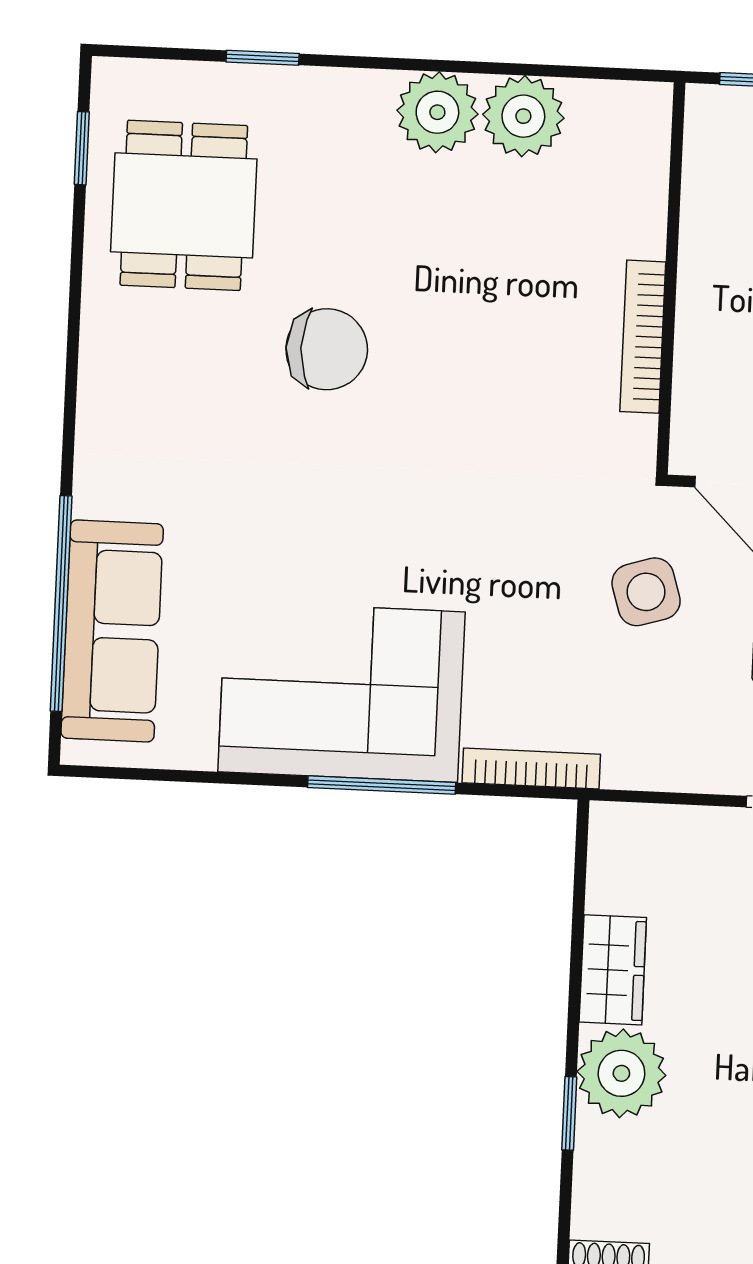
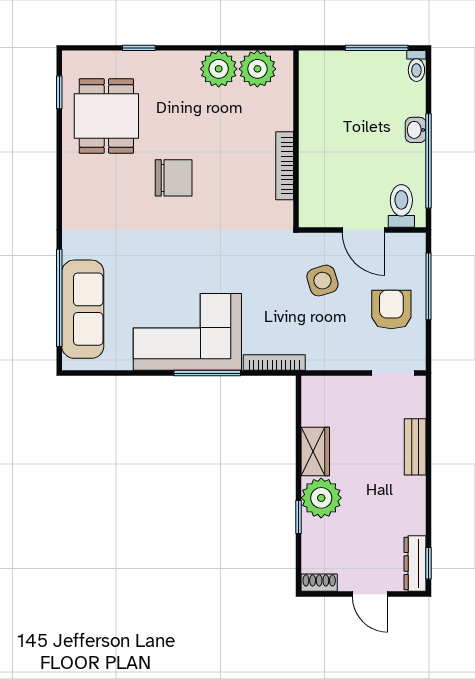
wall: (671, 278) -> (296, 139), moved
bookcase: (643, 337) -> (285, 166), moved

